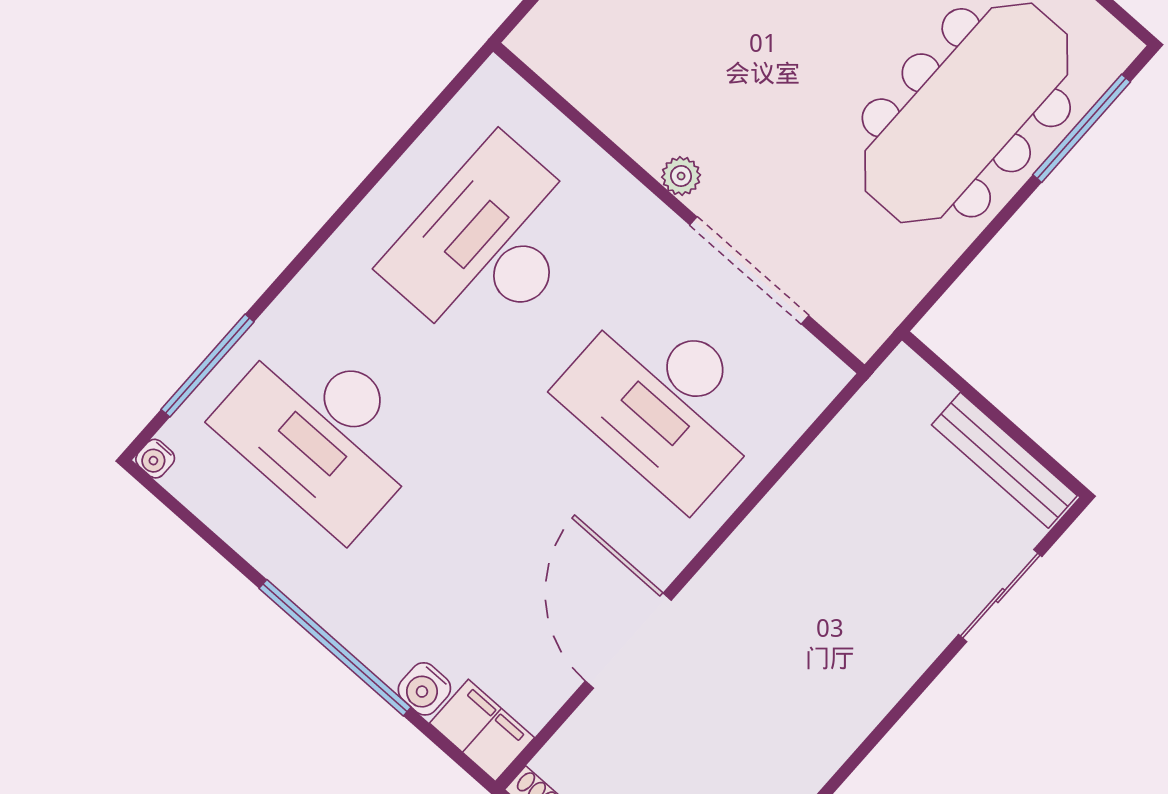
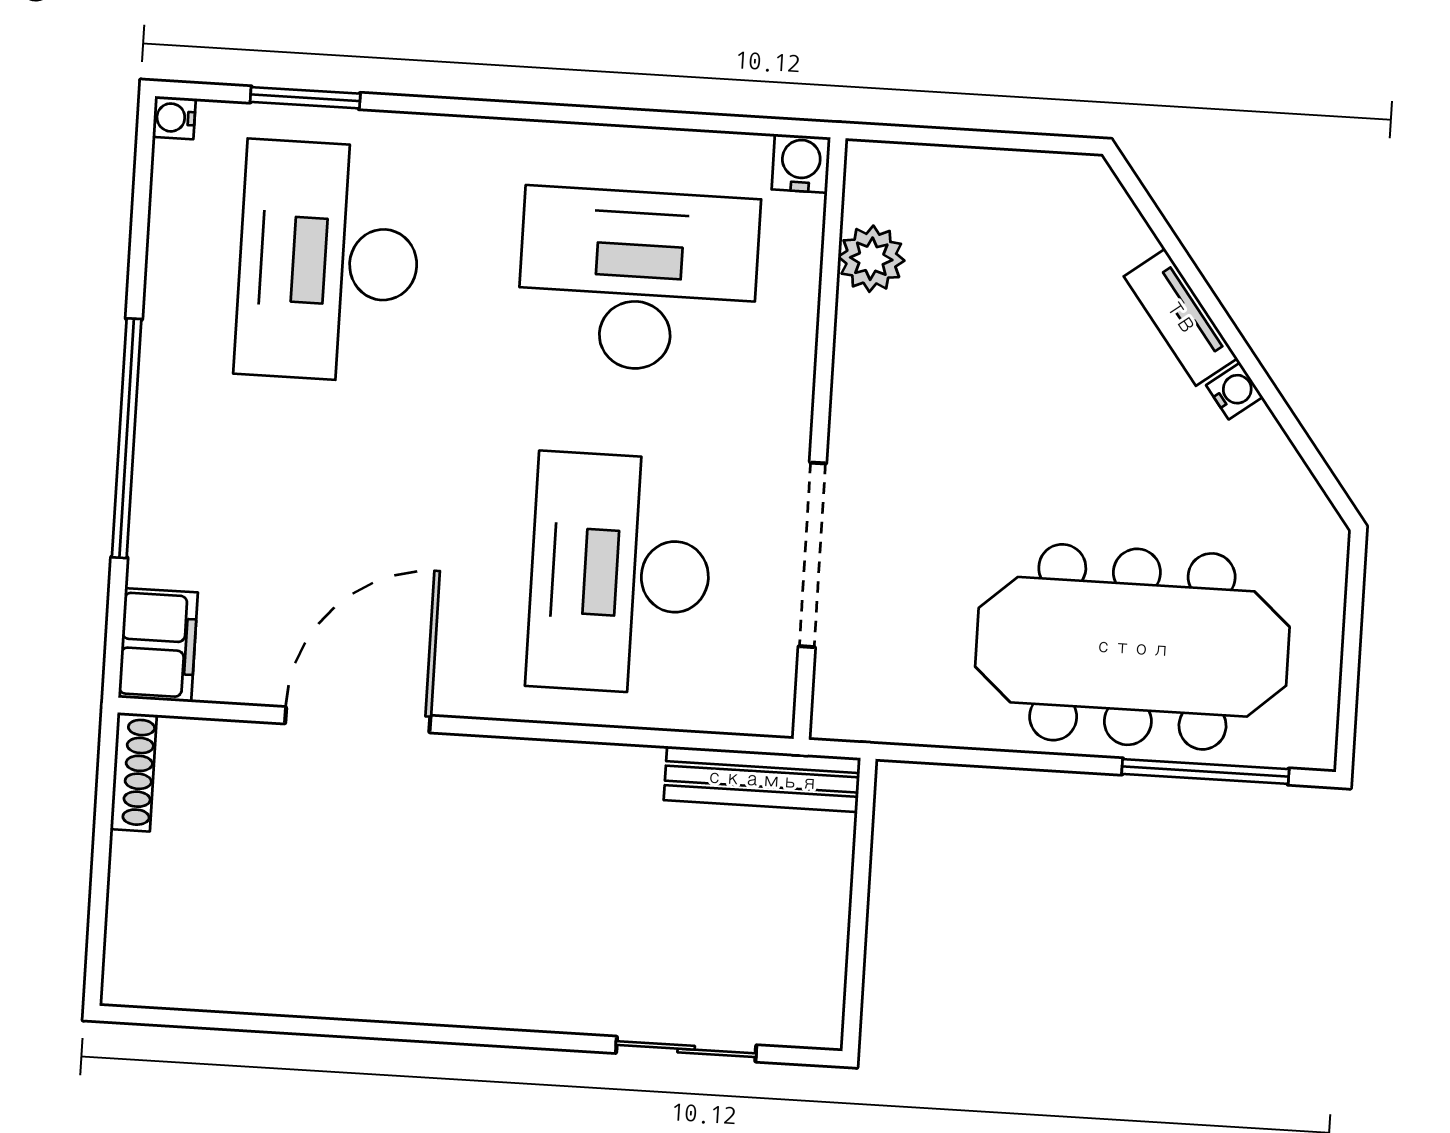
plant: (681, 176) -> (871, 259), moved, width x1.38, depth x1.38
window: (208, 366) -> (305, 98), width x0.69
bench: (1004, 460) -> (762, 779), moved, turned 90
water cooler: (424, 689) -> (801, 163), moved, turned 90

